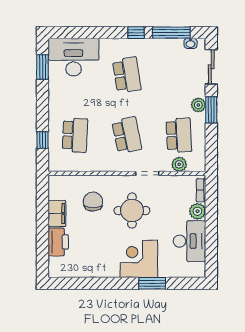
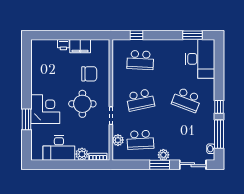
school desk: (127, 75) -> (187, 100), turned 30
printer: (58, 242) -> (63, 45), width x0.53, depth x0.68

